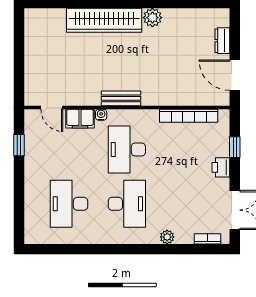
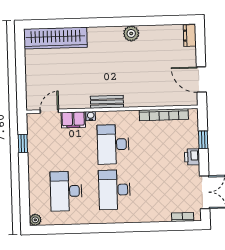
wardrobe: (104, 20) -> (55, 38), moved
dresser: (222, 41) -> (190, 35), moved
door: (52, 108) -> (49, 111), swing flipped
desk: (127, 204) -> (114, 190), turned 180
plant: (167, 237) -> (35, 220), moved

